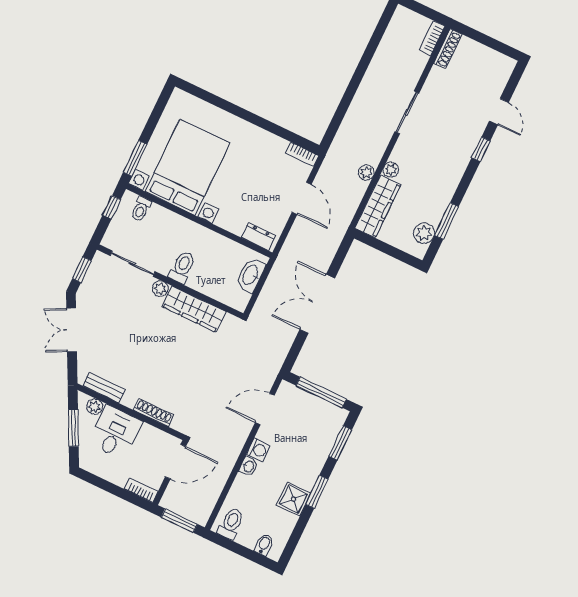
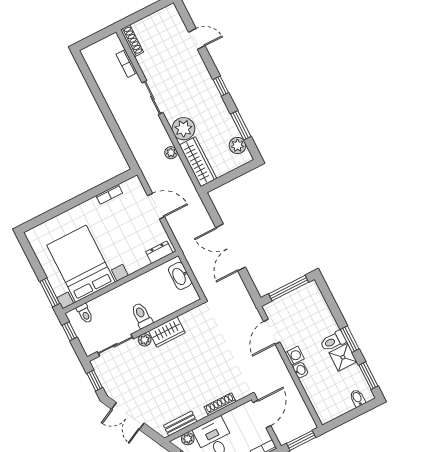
bookcase: (432, 38) -> (127, 63), moved
window: (481, 149) -> (221, 86), moved
bookcase: (302, 154) -> (109, 194), moved
plant: (391, 170) -> (183, 129), width x1.88, depth x1.88
wardrobe: (194, 309) -> (167, 332), width x0.67
window: (340, 443) -> (368, 376), moved
toilet: (231, 523) -> (333, 341), moved, turned -90

